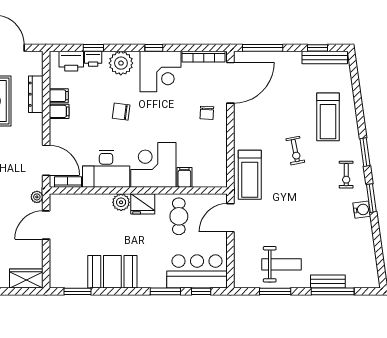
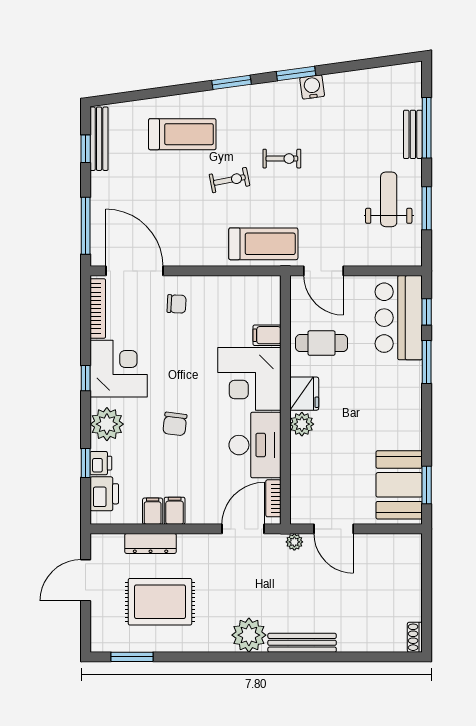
exercise bike: (346, 175) -> (282, 159), moved
booth: (112, 272) -> (399, 485), moved
wardrobe: (26, 279) -> (409, 557), removed

